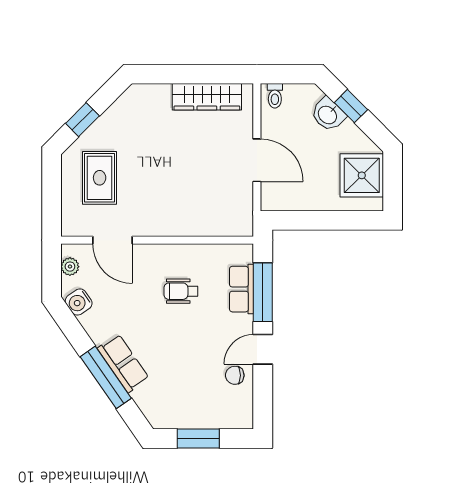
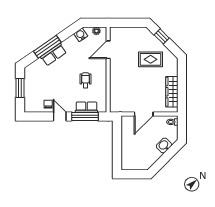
window: (351, 106) -> (168, 156), removed
shower: (362, 175) -> (137, 160), removed
rug: (100, 178) -> (151, 59), moved

